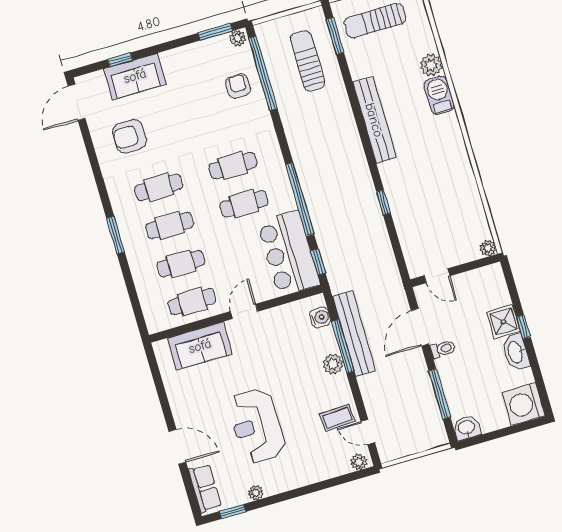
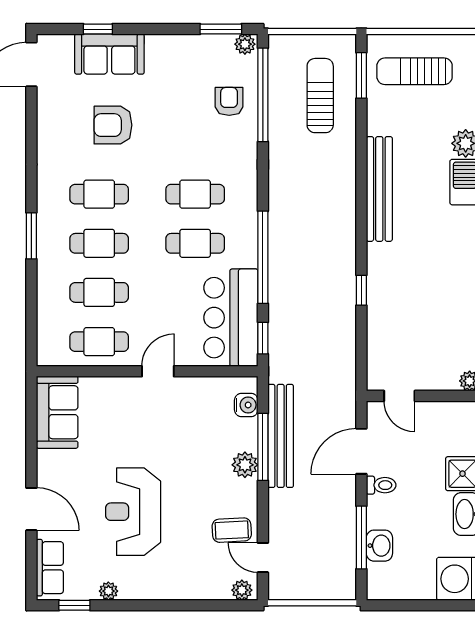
armchair: (129, 136) -> (113, 125), moved
sofa: (200, 346) -> (57, 412), moved, turned -90
washbasin: (467, 428) -> (379, 546), moved, turned 90

